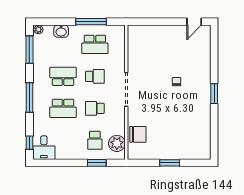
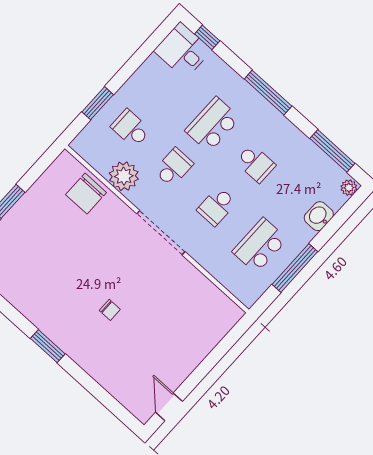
school desk: (63, 76) -> (256, 163), width x0.54
plant: (117, 143) -> (124, 176), moved

